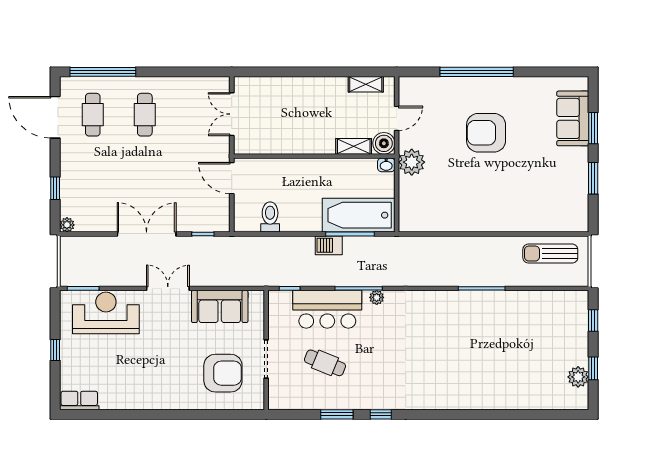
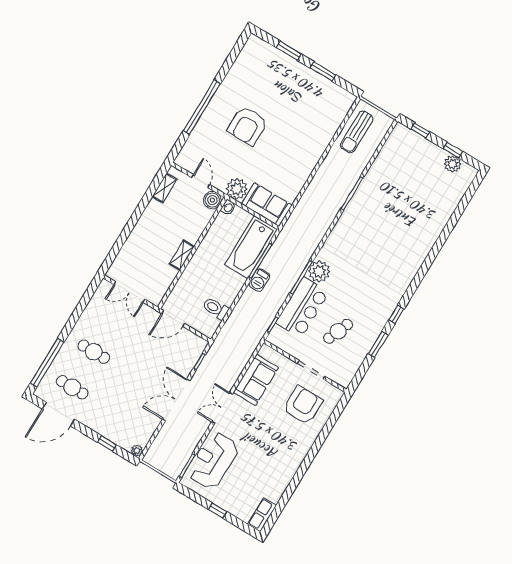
sofa: (573, 118) -> (267, 205), moved, turned 180
shelving: (354, 146) -> (182, 255), moved
plant: (377, 297) -> (319, 271), width x1.87, depth x1.87

